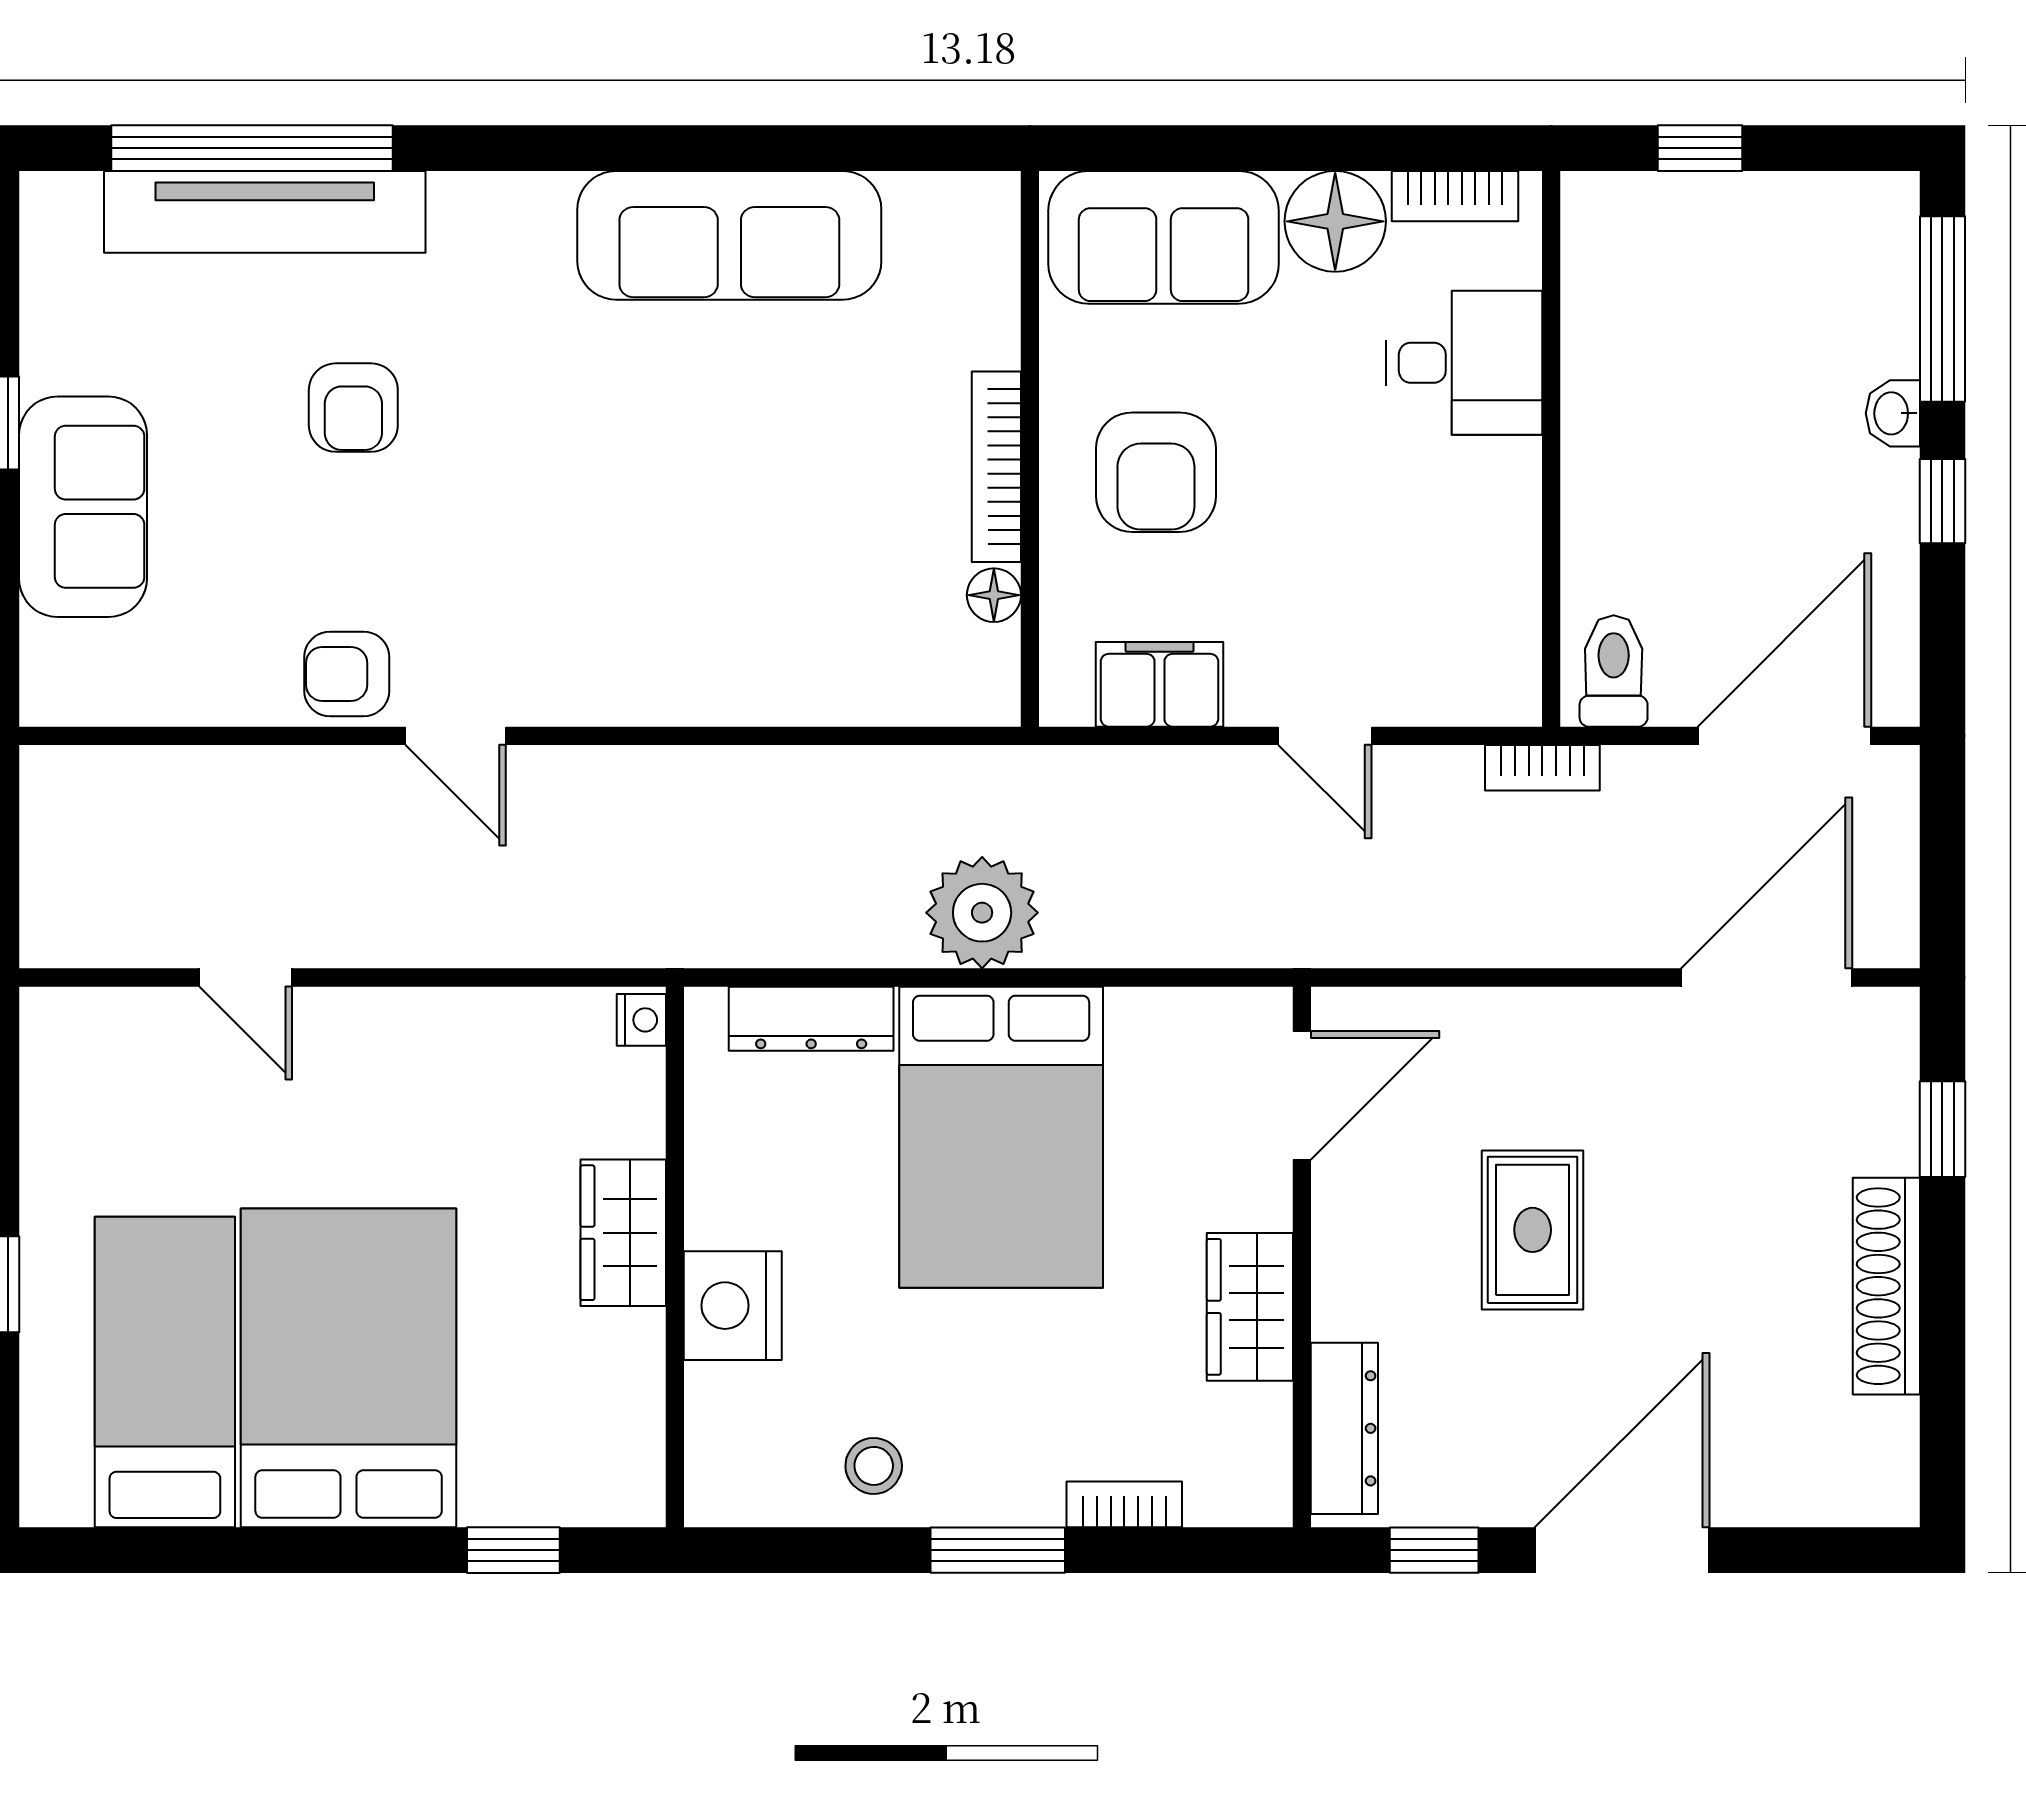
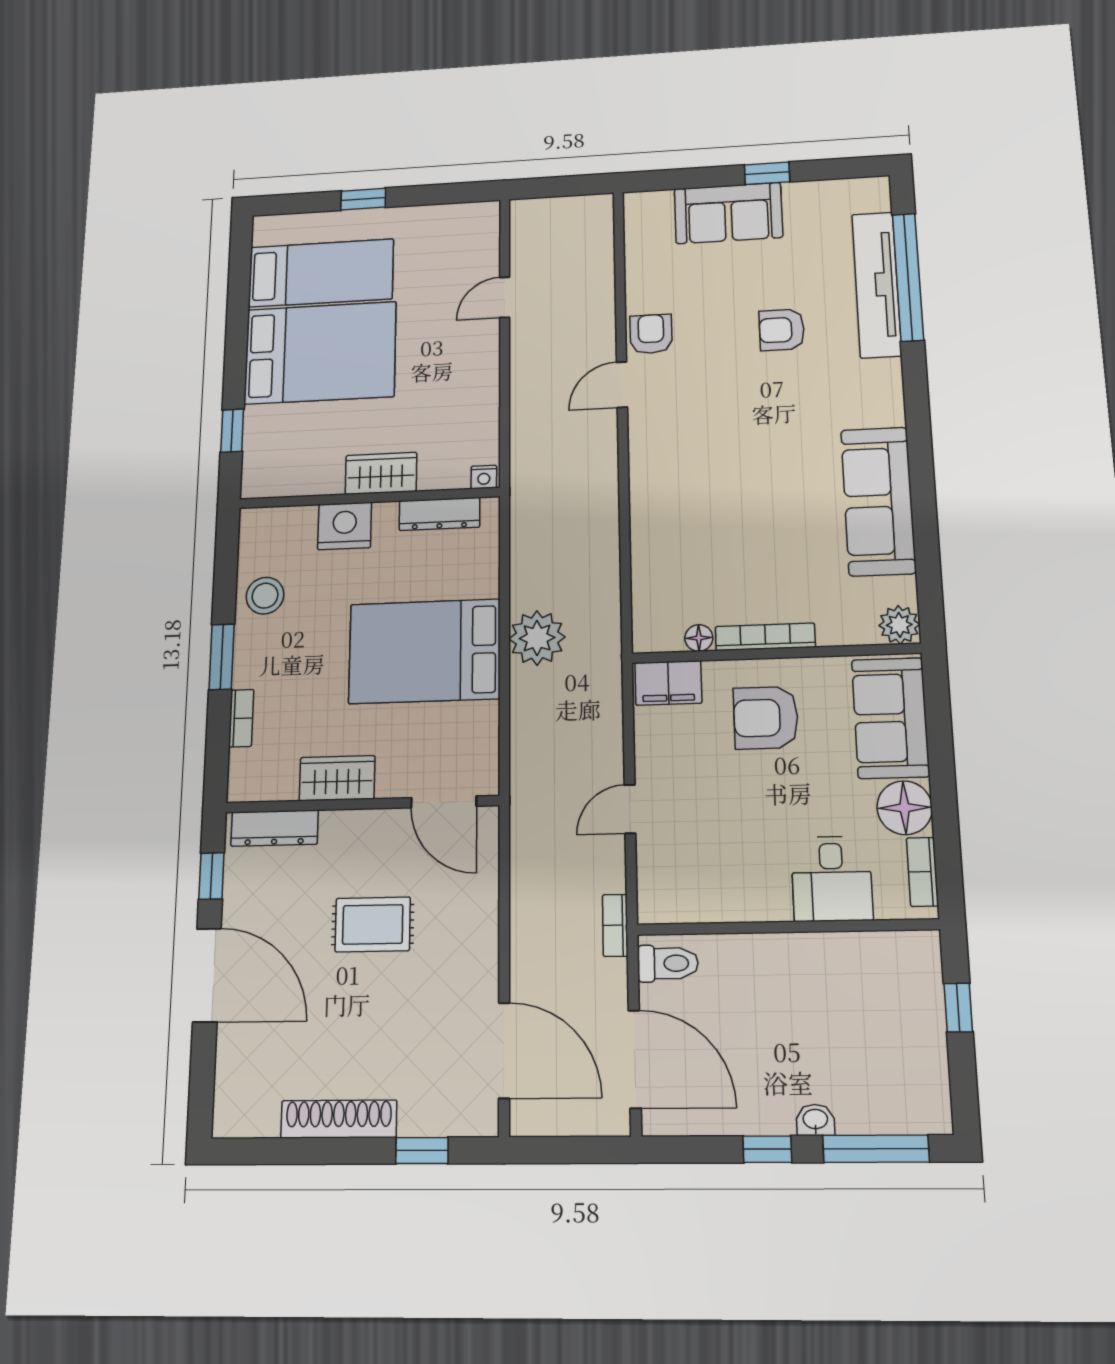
plant: (982, 210) -> (899, 625), added
filing cabinet: (1160, 684) -> (668, 683), moved, turned 90
dresser: (811, 1019) -> (439, 514), moved, turned -90
stool: (874, 1466) -> (265, 596), width x1.37, depth x1.37

